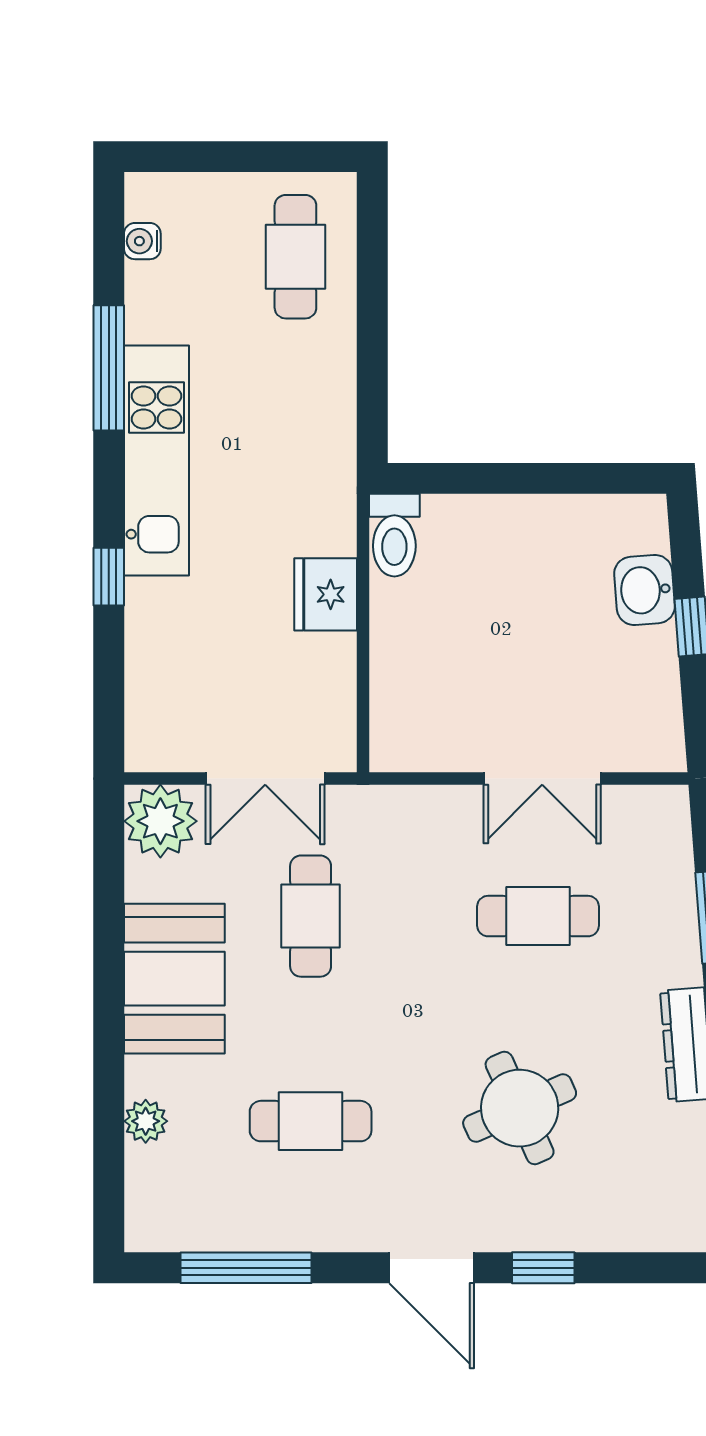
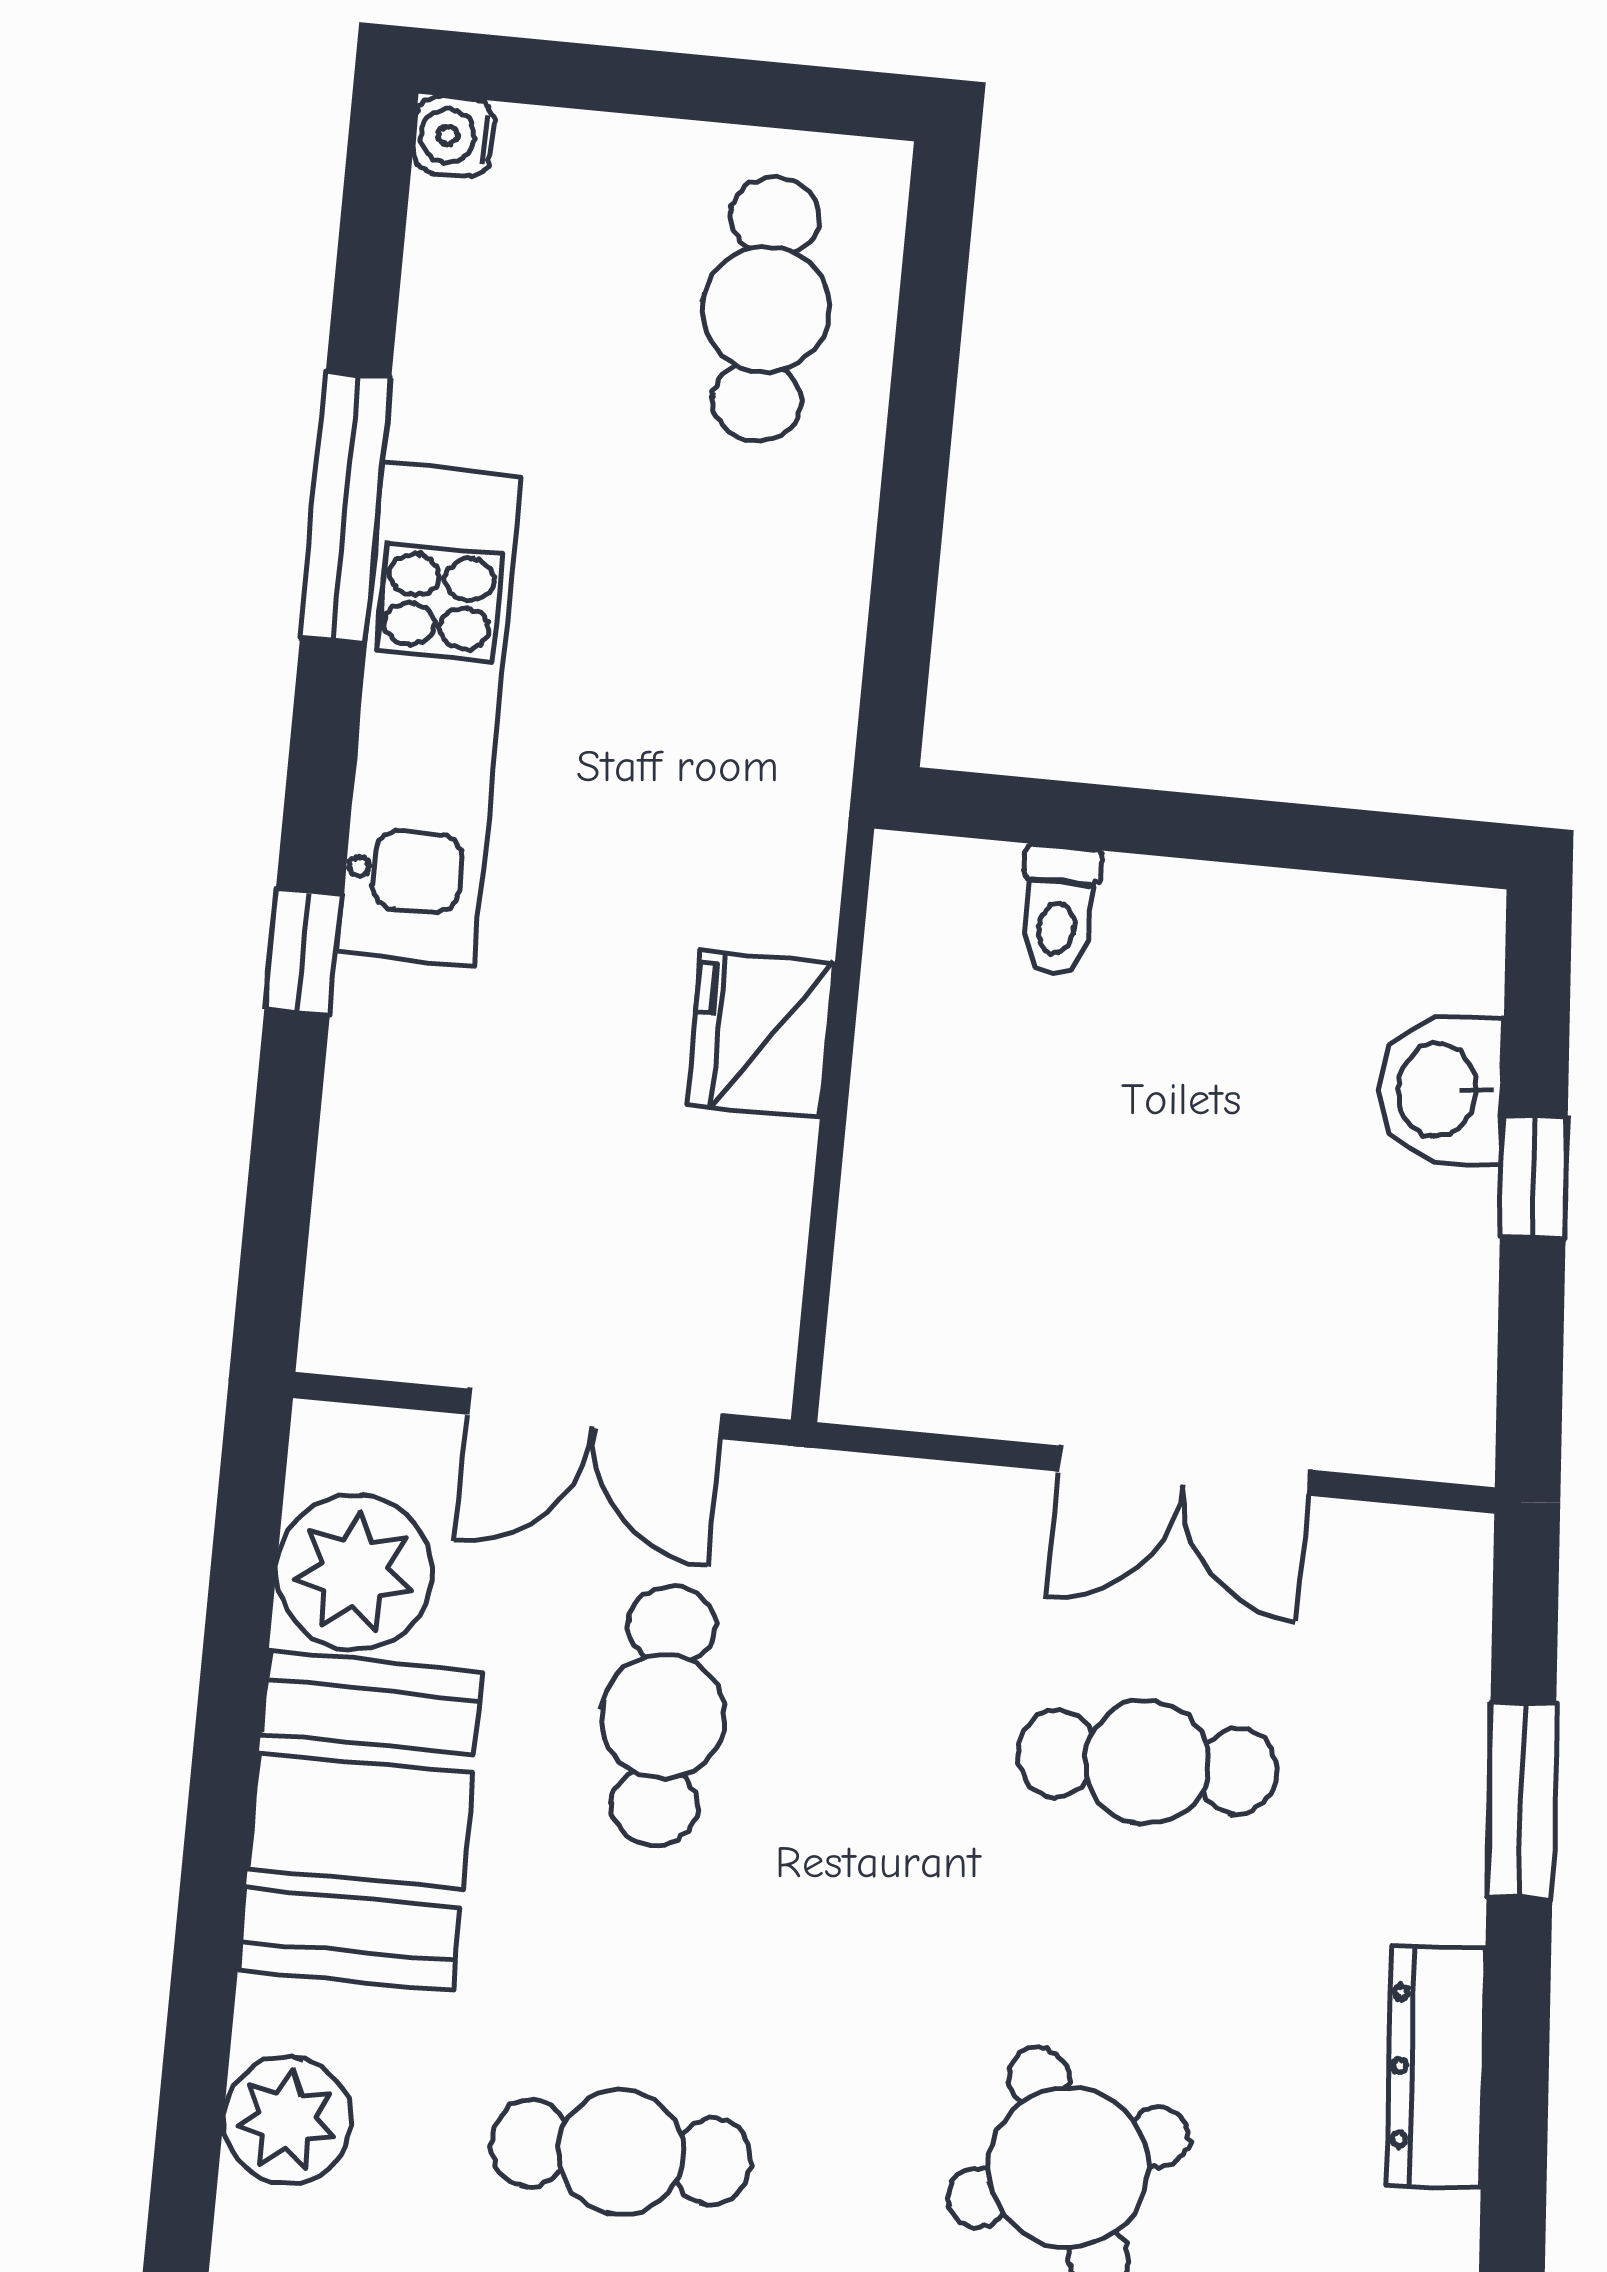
water cooler: (142, 241) -> (454, 136), moved
toilet: (394, 535) -> (1058, 911), moved, width x0.73, depth x0.72
plant: (160, 821) -> (354, 1572), moved
plant: (146, 1121) -> (287, 2120), width x1.38, depth x1.38

